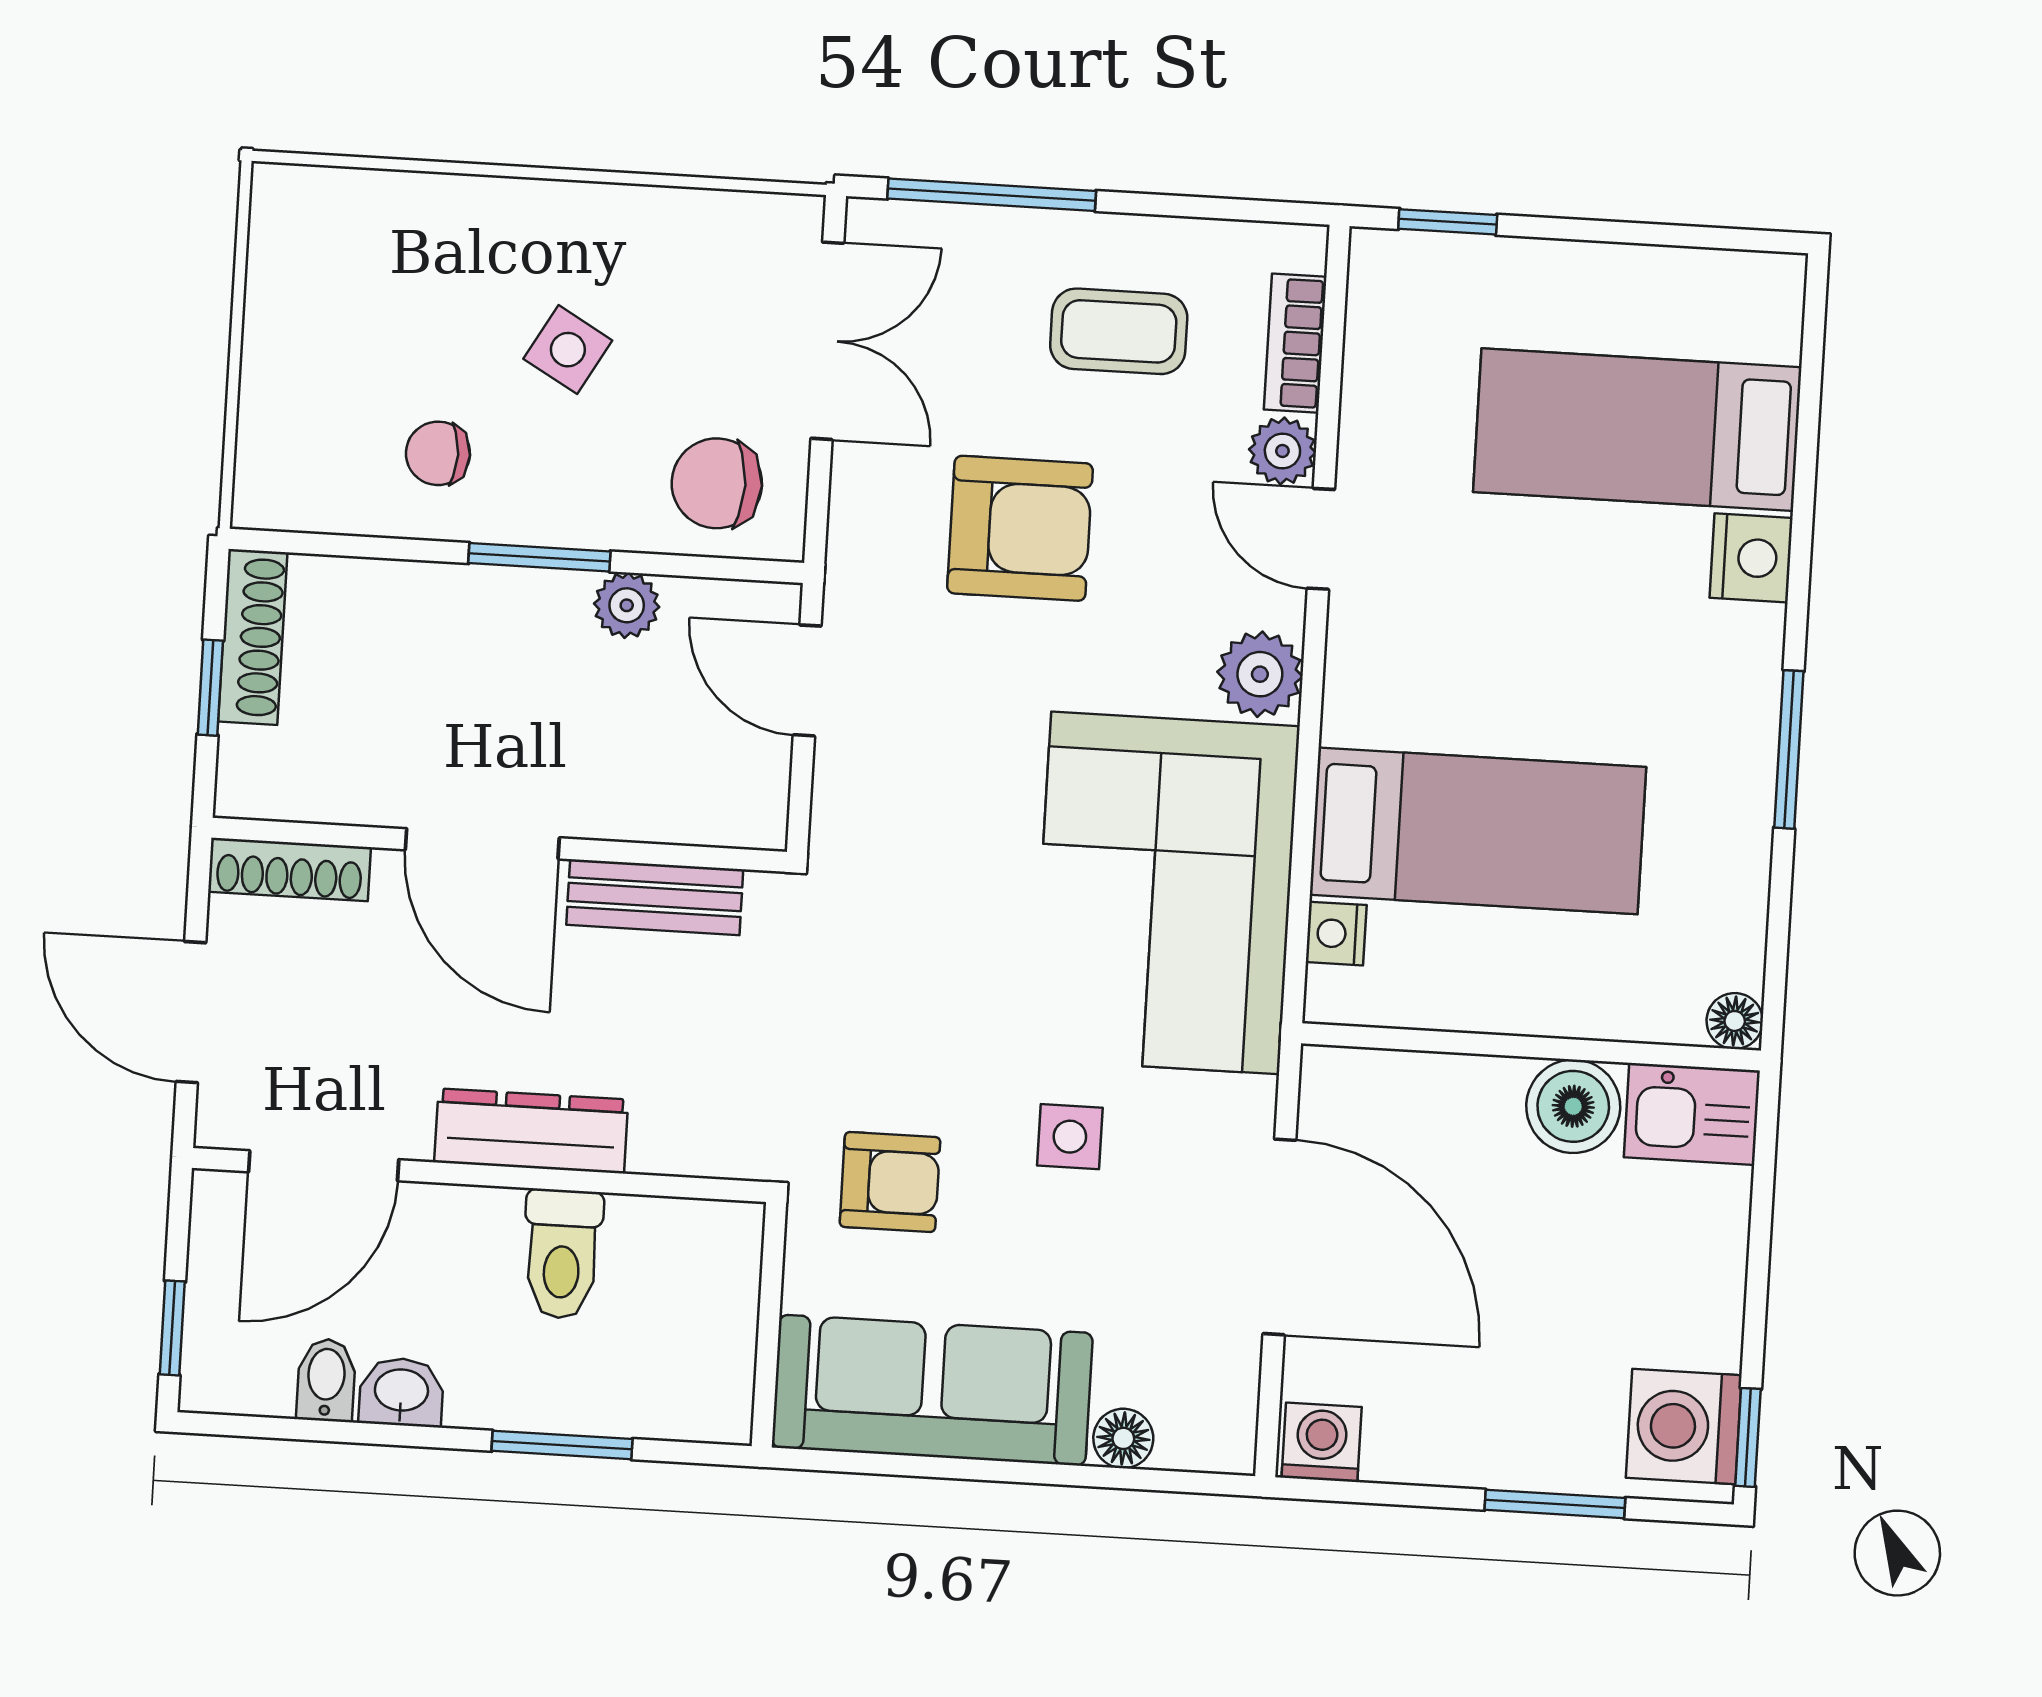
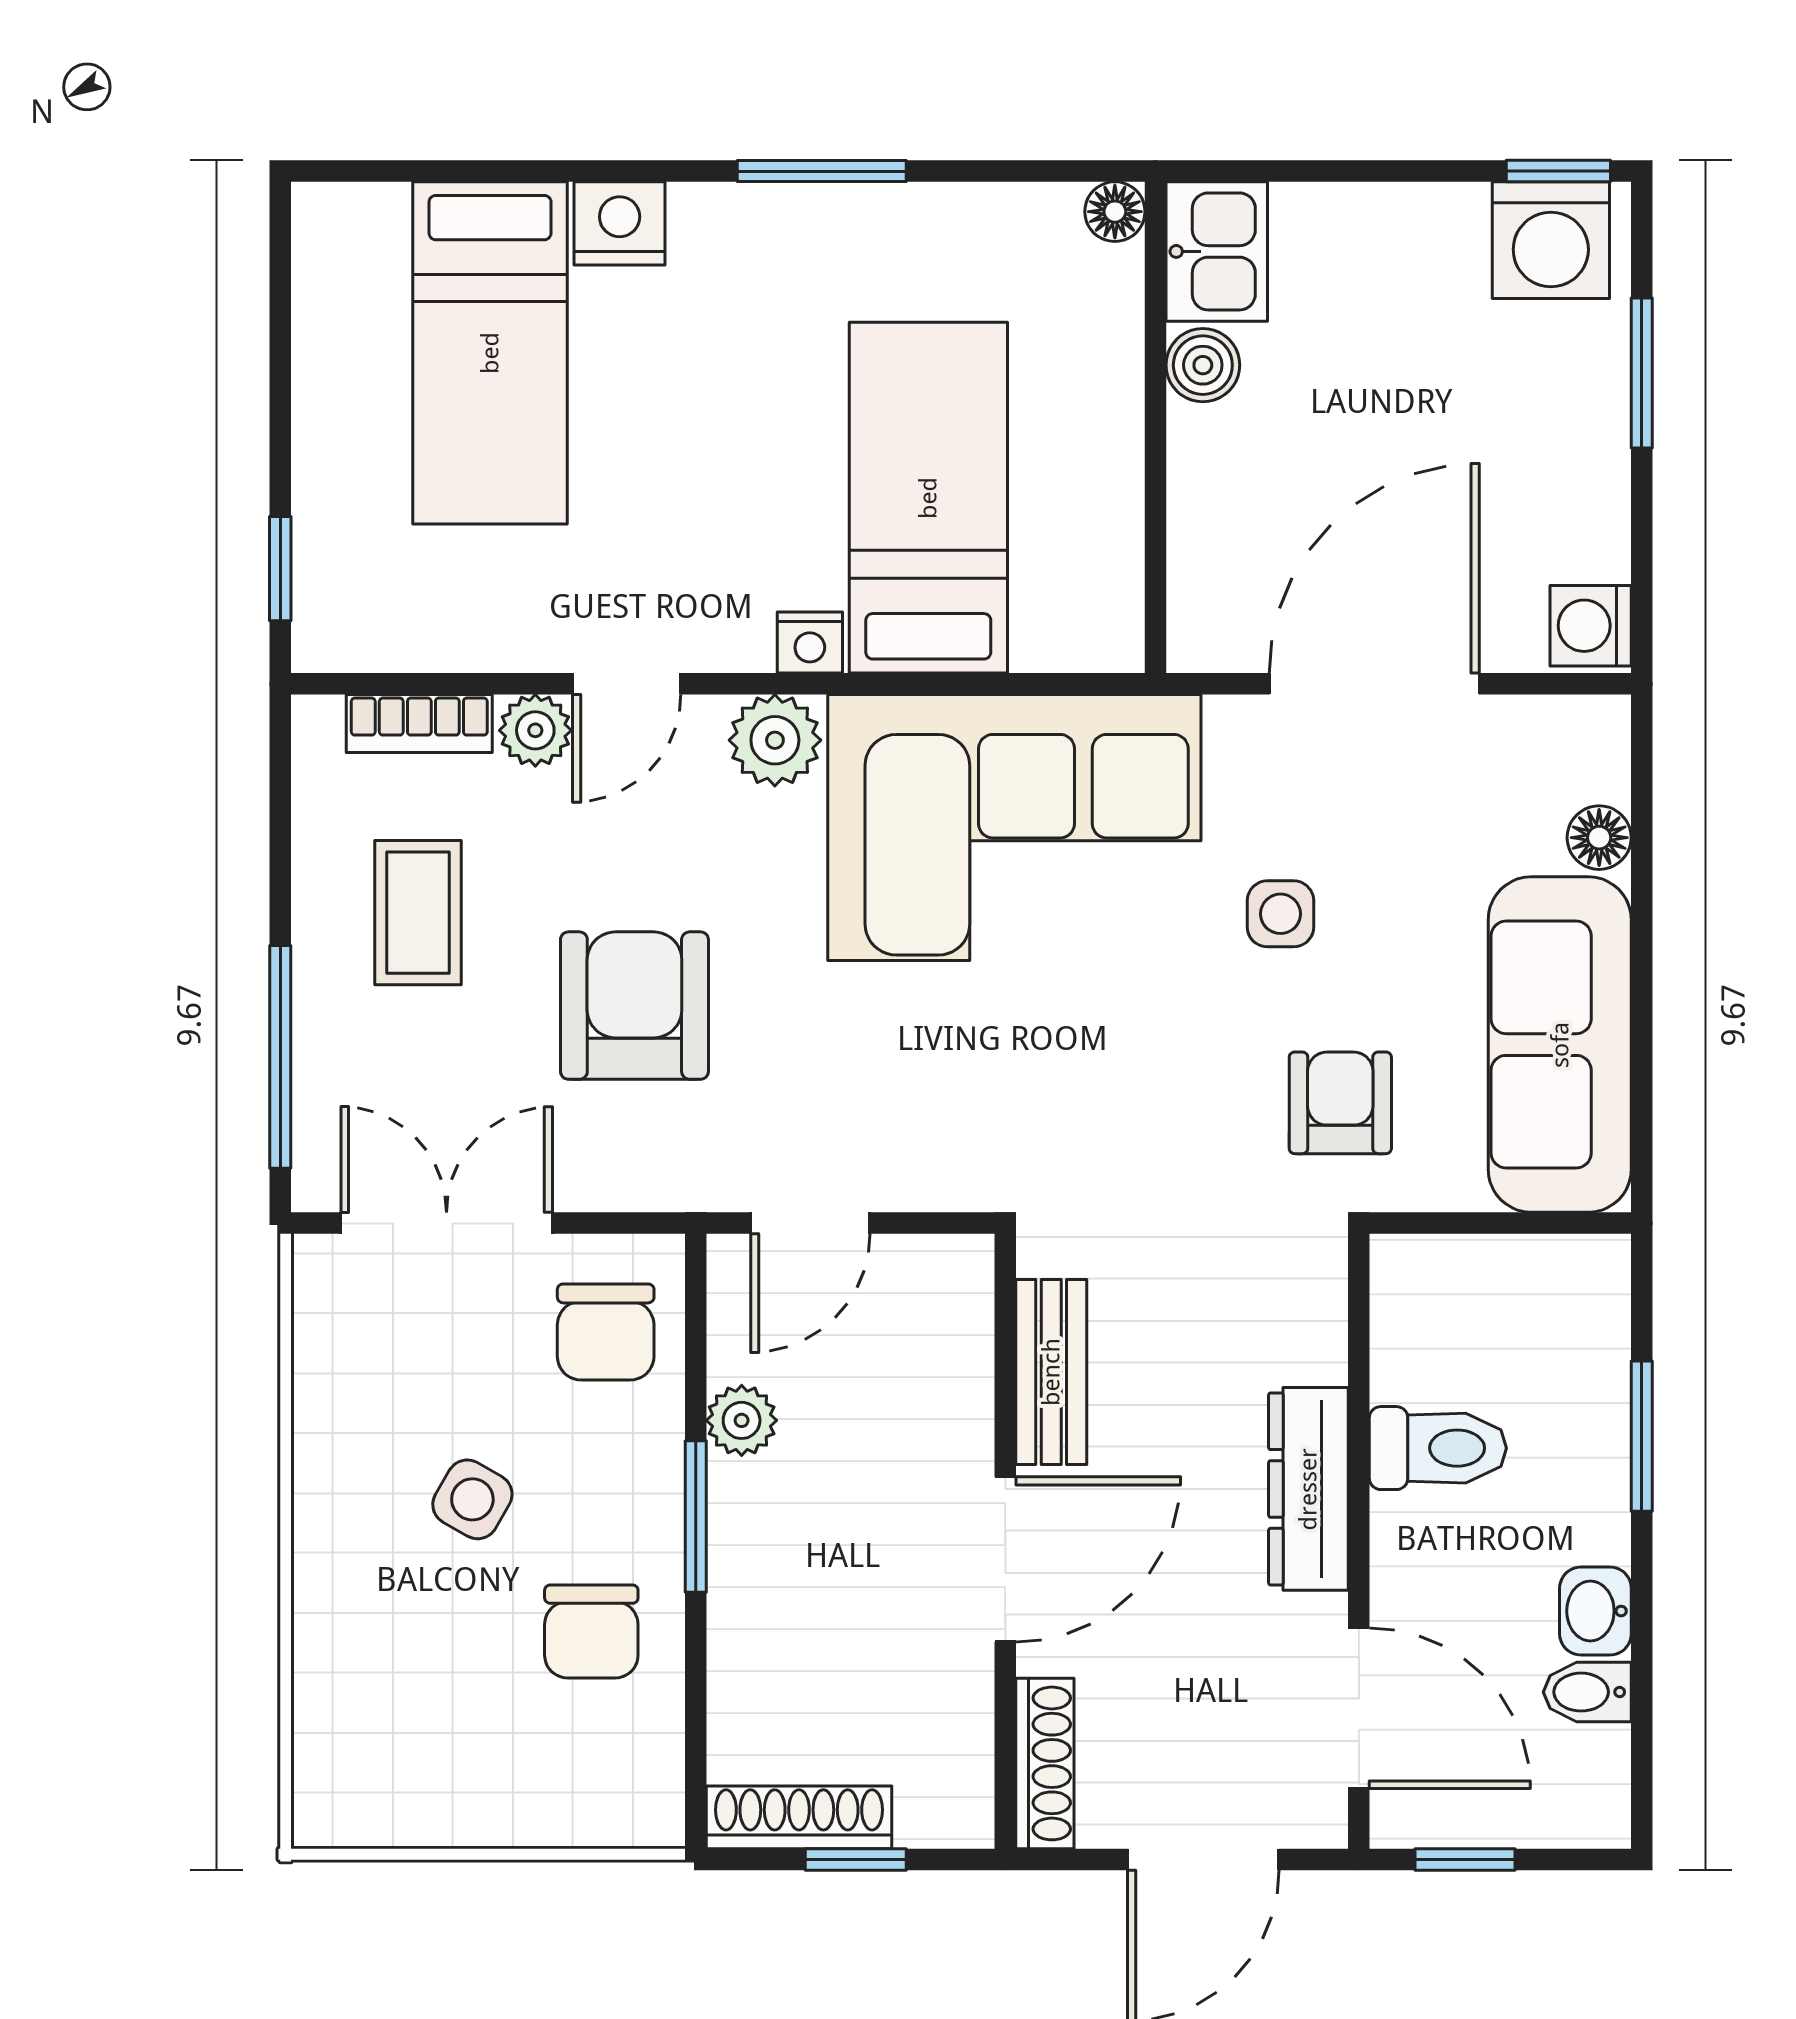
chair: (438, 453) -> (591, 1631), width x1.37, depth x1.37
nightstand: (1336, 934) -> (810, 642), moved
boiler: (1573, 1106) -> (1203, 365), width x0.73, depth x0.73
window: (172, 1328) -> (1465, 1860), moved

